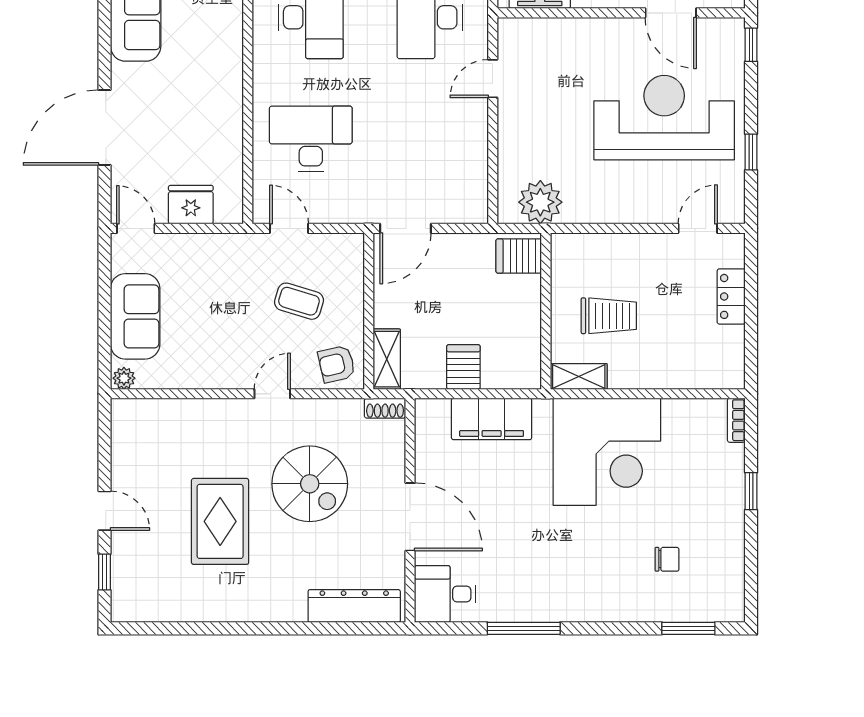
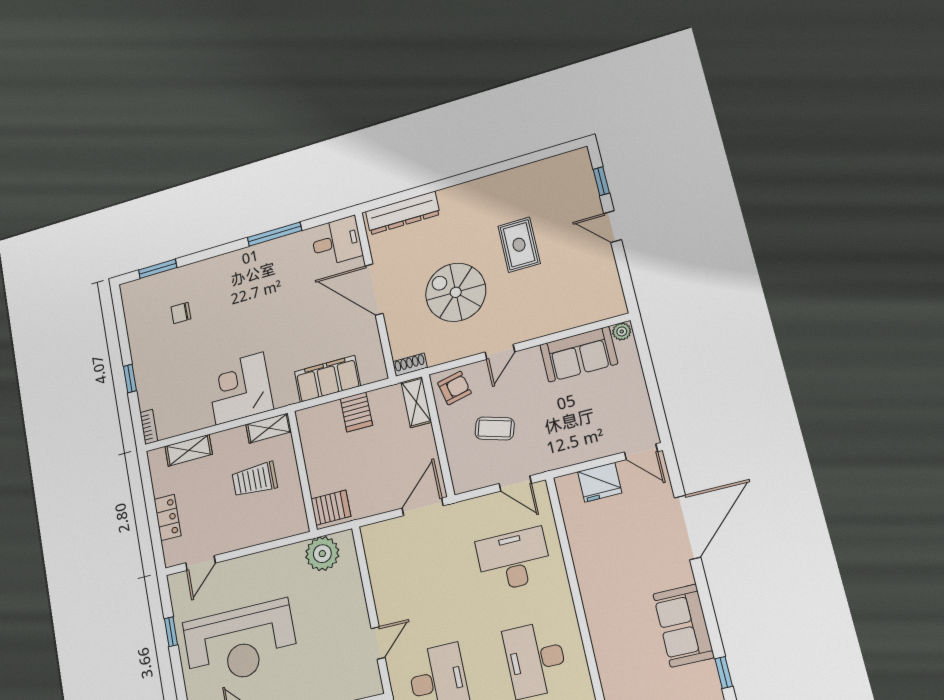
desk: (311, 139) -> (514, 560), turned 180
sofa: (135, 316) -> (579, 354), moved, turned -90
shelving: (688, 376) -> (189, 450), added
corner desk: (607, 452) -> (240, 388), width x0.74, depth x0.74
rug: (220, 521) -> (519, 245), width x0.73, depth x0.70

